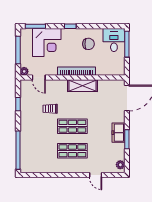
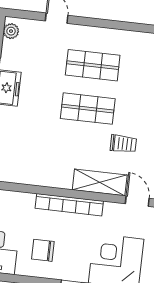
shelving: (82, 86) -> (100, 182), moved

